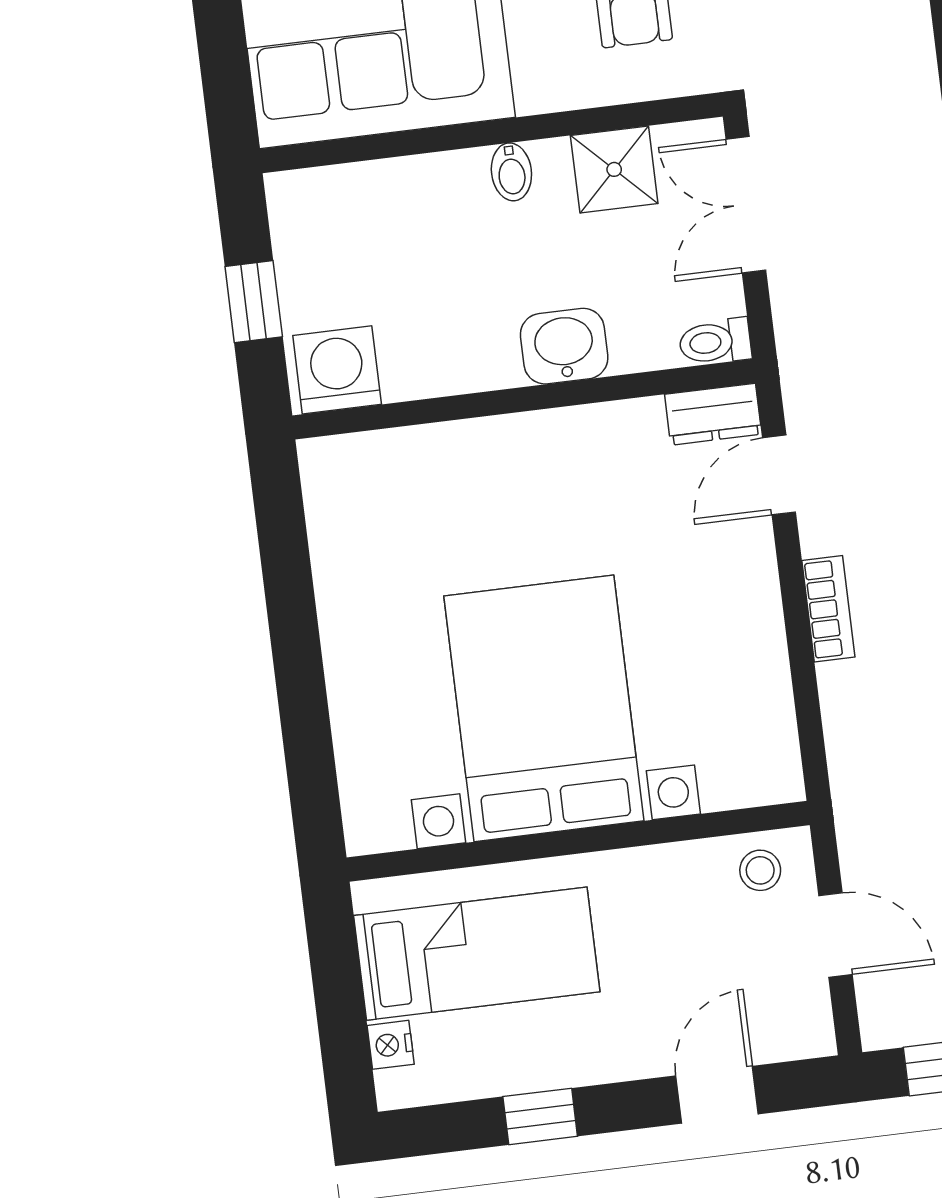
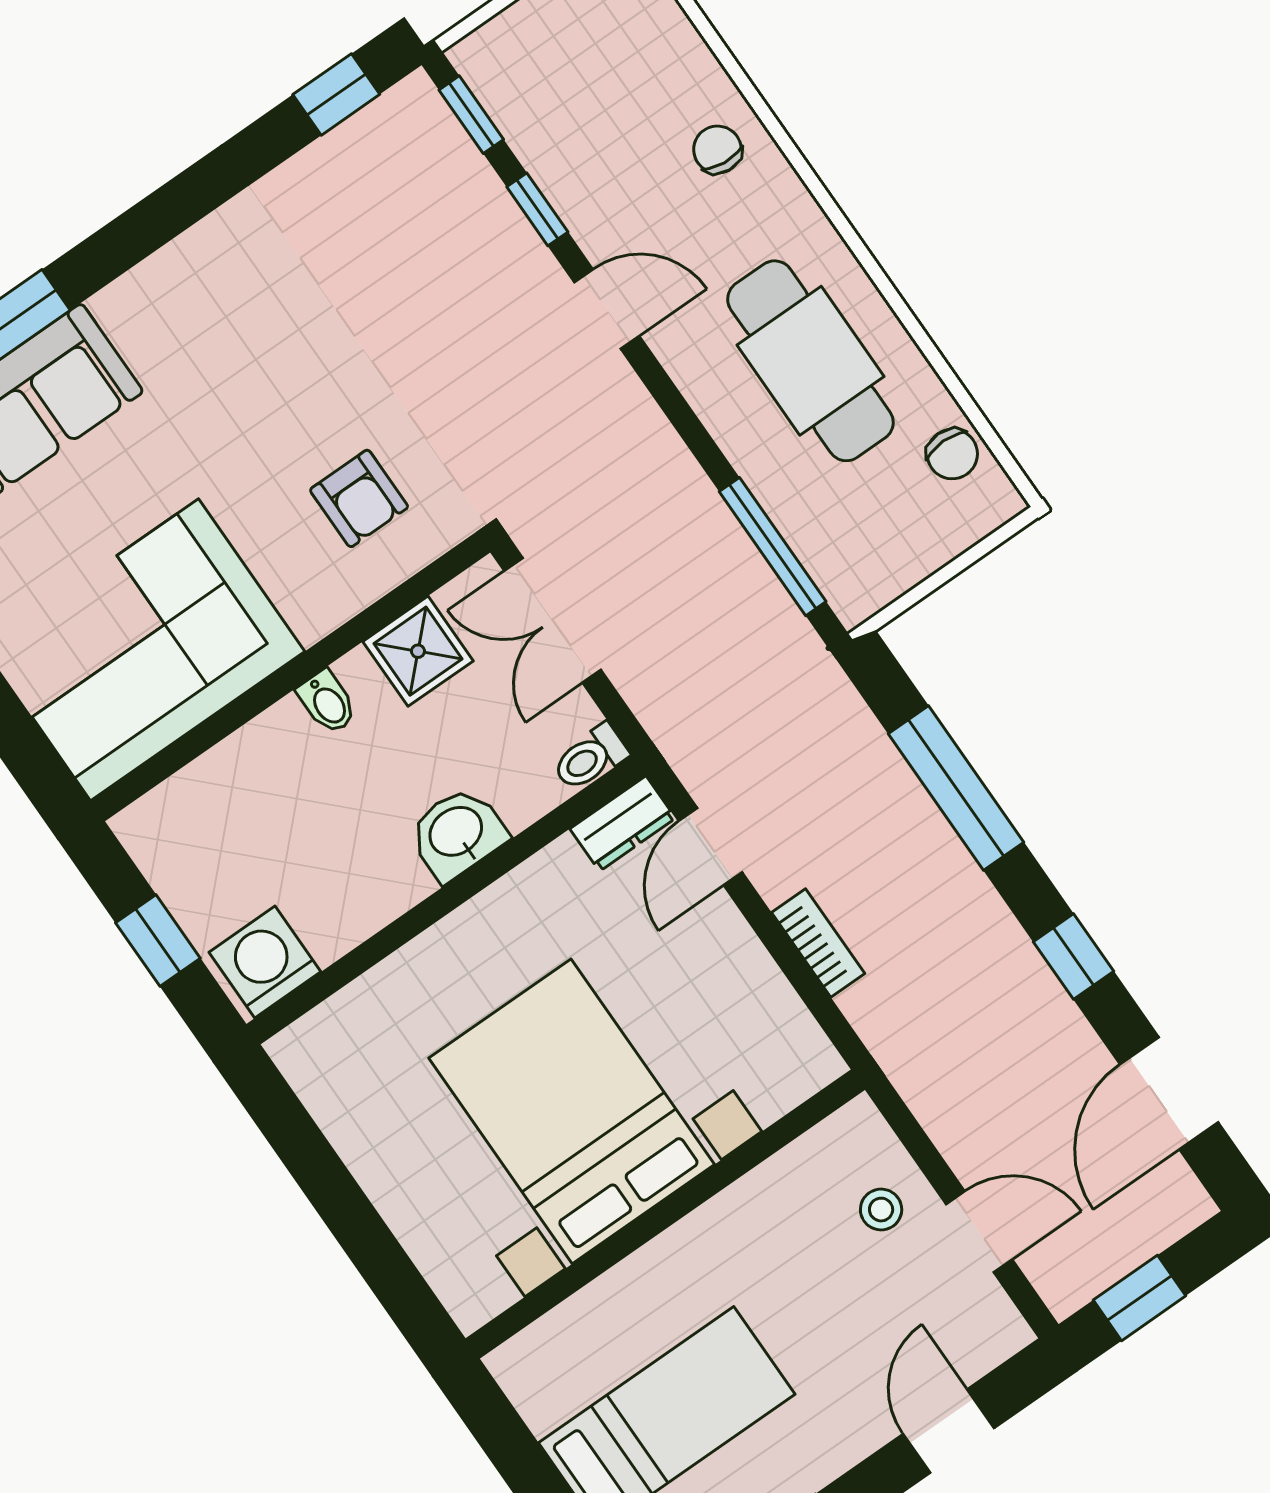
bed with nightstands: (544, 708) -> (572, 1111), moved
wall: (578, 841) -> (665, 1214), moved

